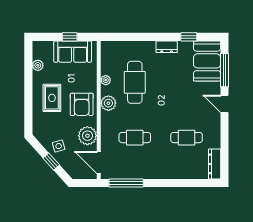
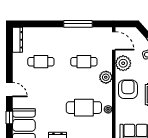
window: (225, 70) -> (9, 118), width x0.46
cafe table: (135, 82) -> (84, 108), turned 90
plant: (108, 103) -> (106, 77), moved
window: (126, 183) -> (78, 24), moved

